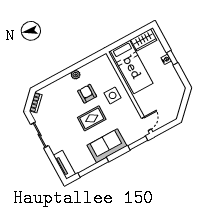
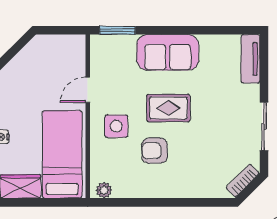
plant: (76, 75) -> (104, 190), moved
armchair: (87, 94) -> (155, 151), turned 89
door: (146, 124) -> (88, 90), moved
window: (93, 167) -> (208, 30), removed

